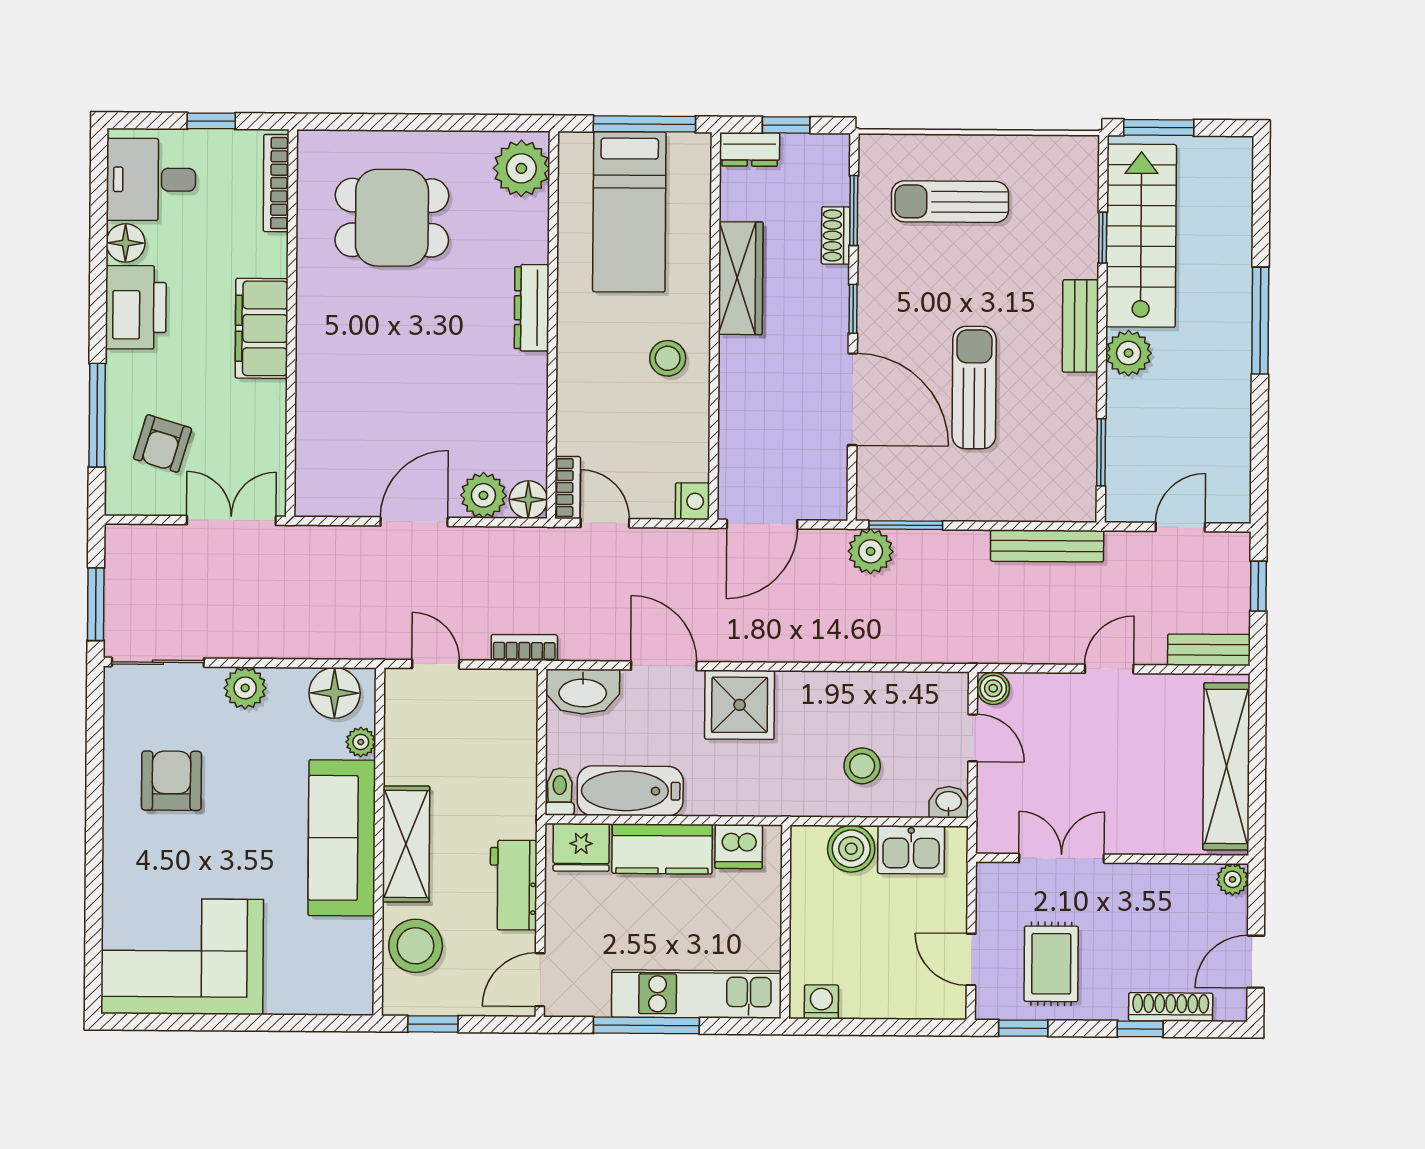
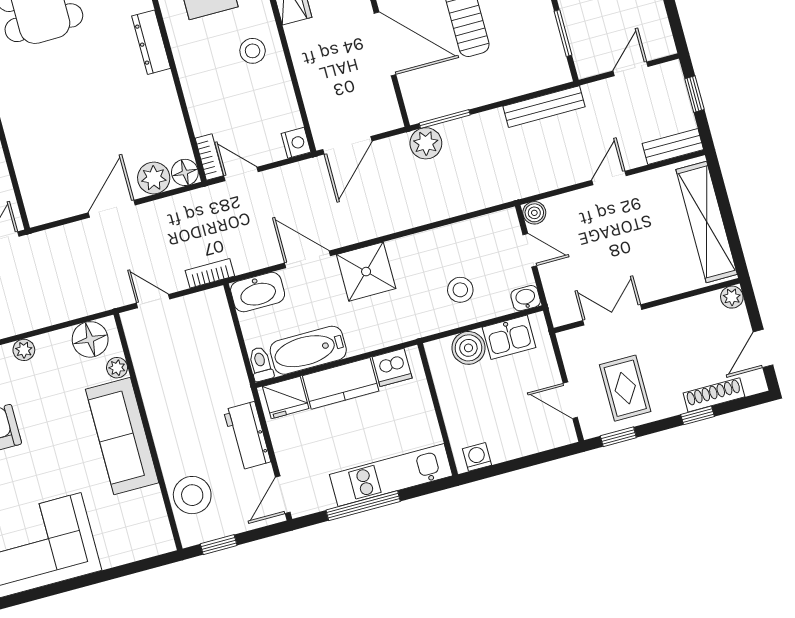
plant: (245, 688) -> (24, 350), width x0.73, depth x0.73
shelving: (406, 844) -> (167, 428), removed

